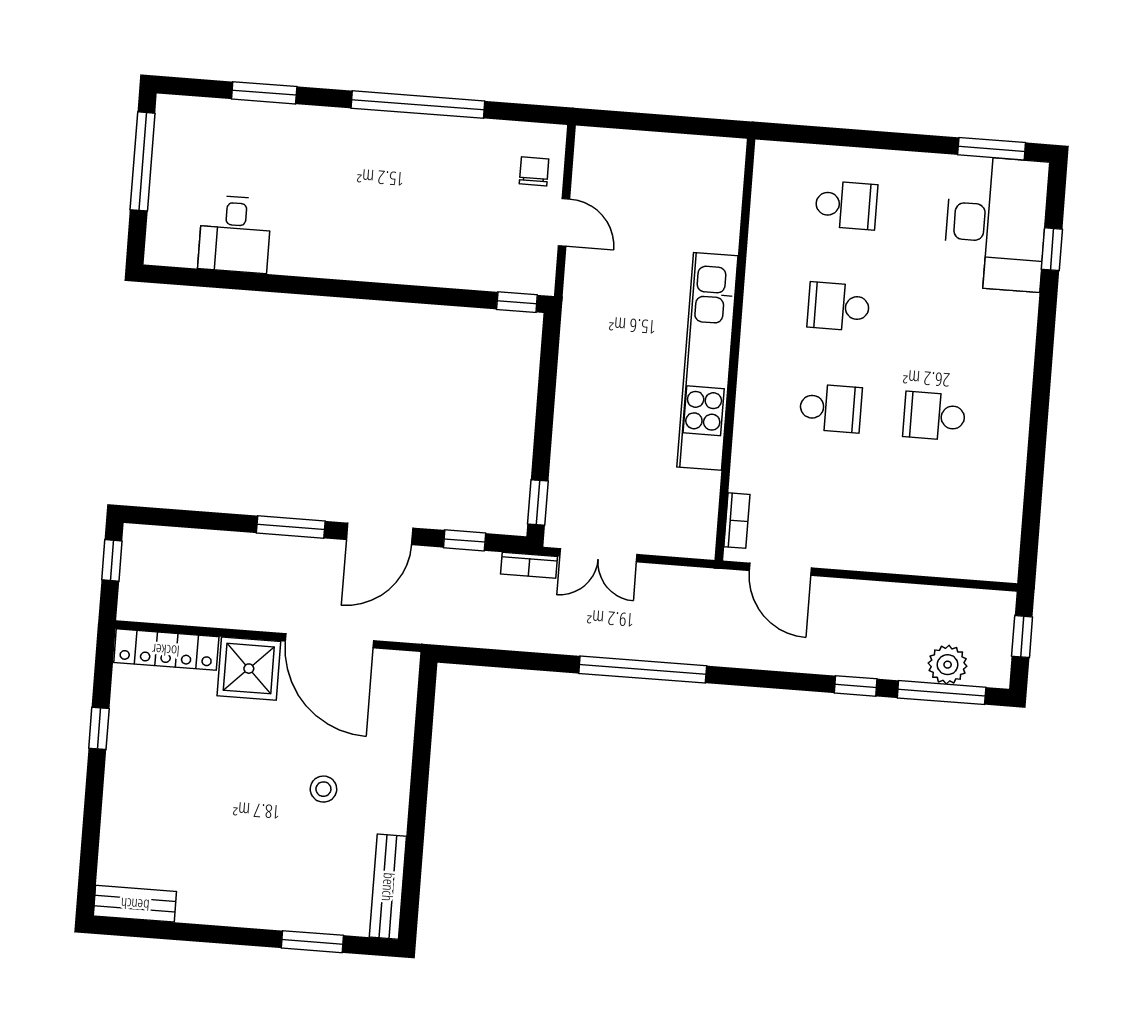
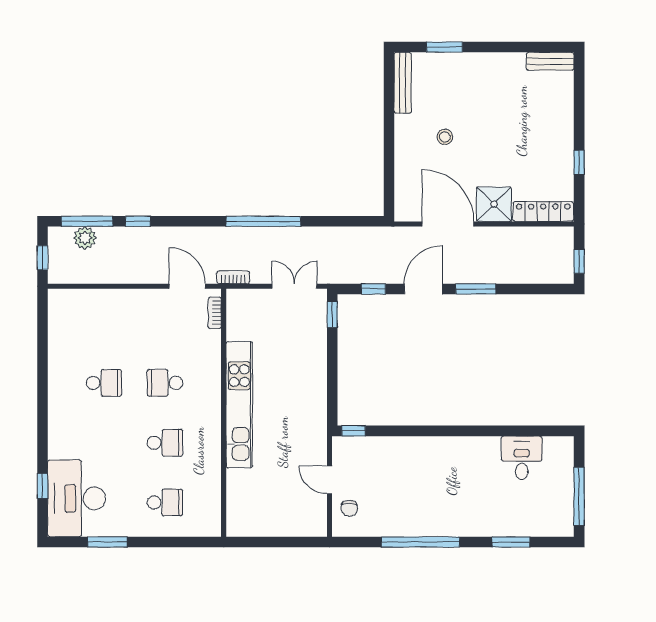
window: (992, 149) -> (107, 542), moved
school desk: (846, 205) -> (165, 502), turned 180
bookcase: (529, 565) -> (233, 277), moved

